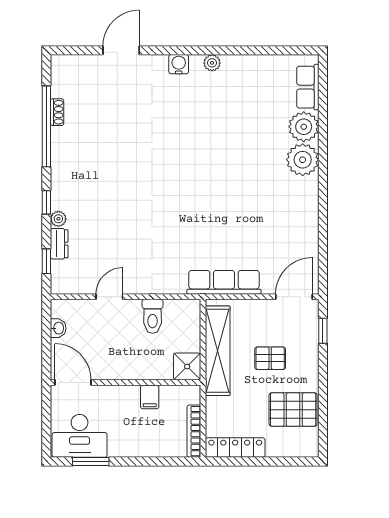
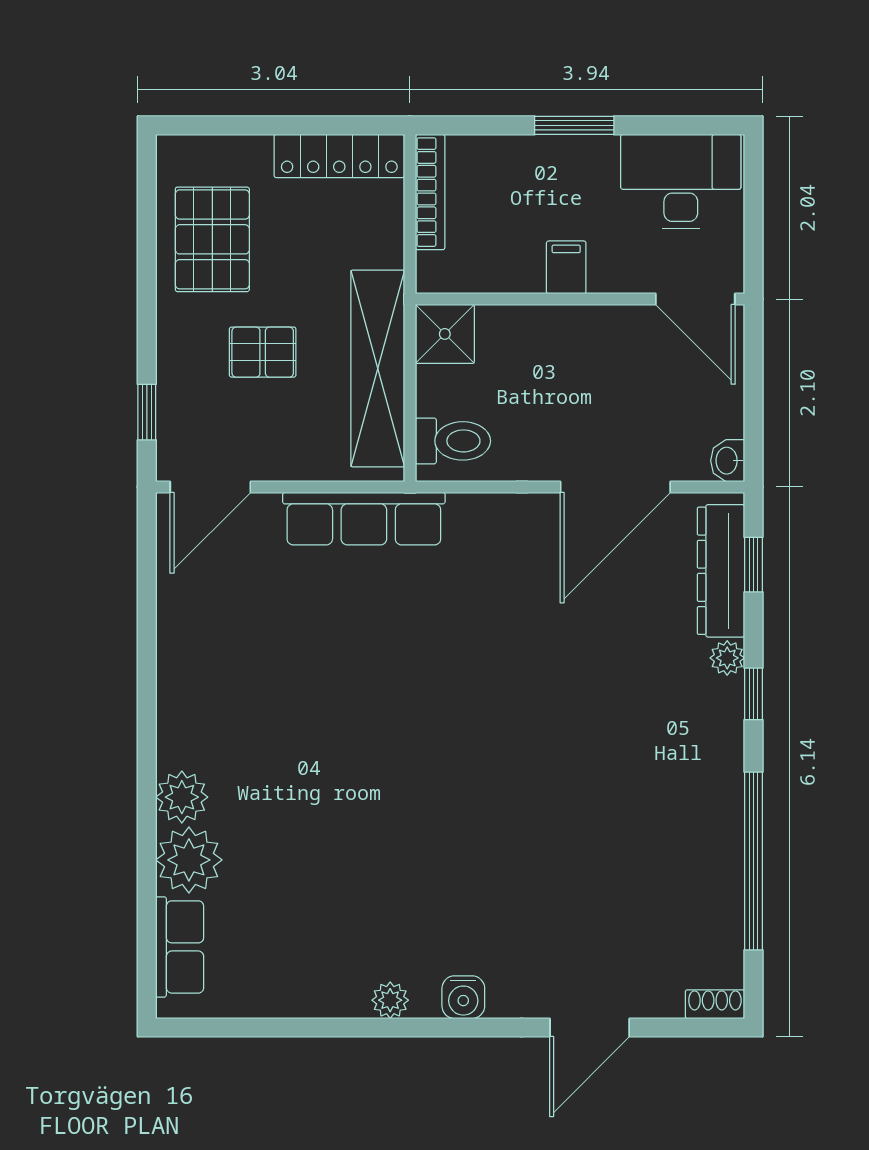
shoe rack: (57, 112) -> (715, 1004), moved, turned 90
plant: (303, 160) -> (182, 797), width x0.73, depth x0.73
dresser: (59, 244) -> (721, 571), width x1.96, depth x1.24
door: (109, 297) -> (615, 487), width x1.88
toilet: (153, 316) -> (453, 441), moved, turned 90
washbasin: (58, 328) -> (728, 461), moved
filing cabinet: (150, 397) -> (566, 267), moved
pallet: (293, 410) -> (212, 239), turned 90
window: (91, 461) -> (574, 125), moved

